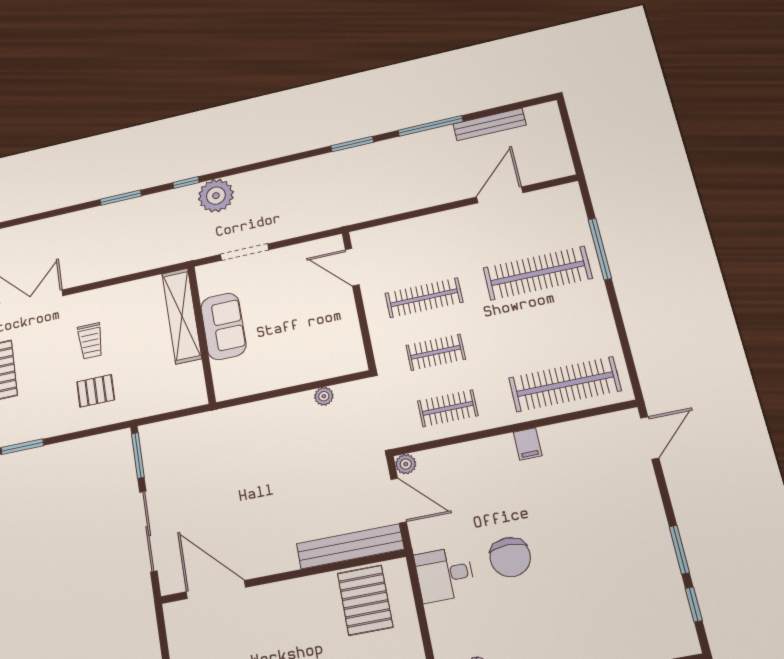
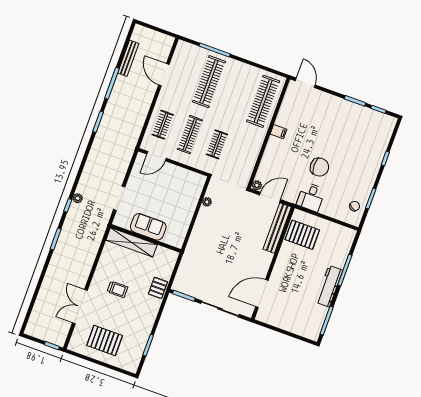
plant: (216, 196) -> (78, 198), width x0.53, depth x0.53
pallet: (96, 391) -> (158, 288), moved
clothes rail: (448, 408) -> (163, 125), moved

